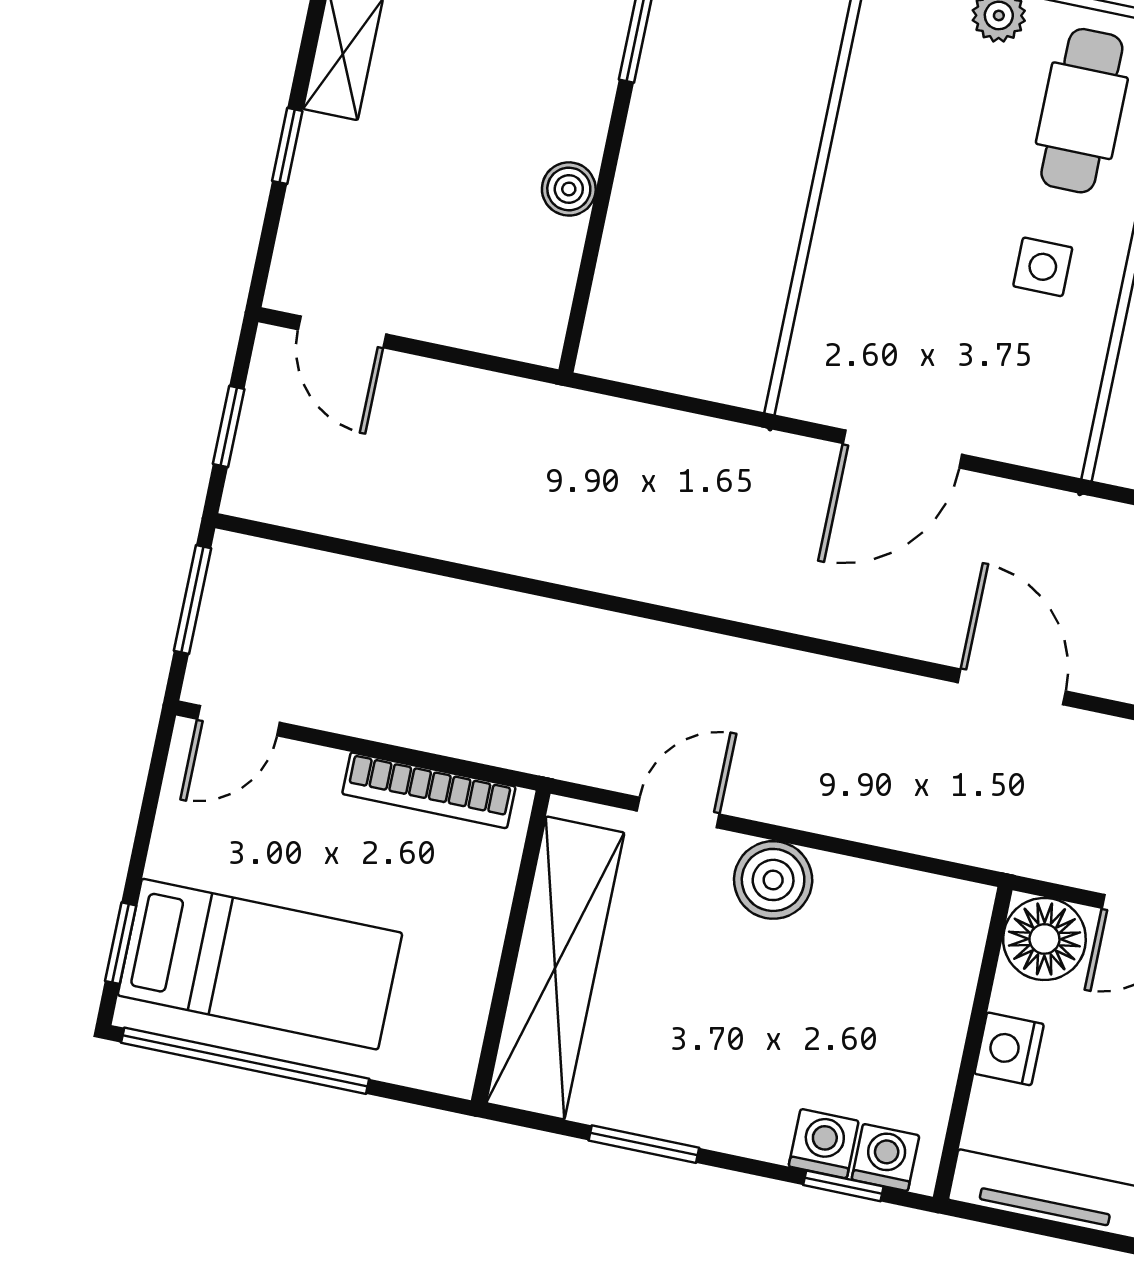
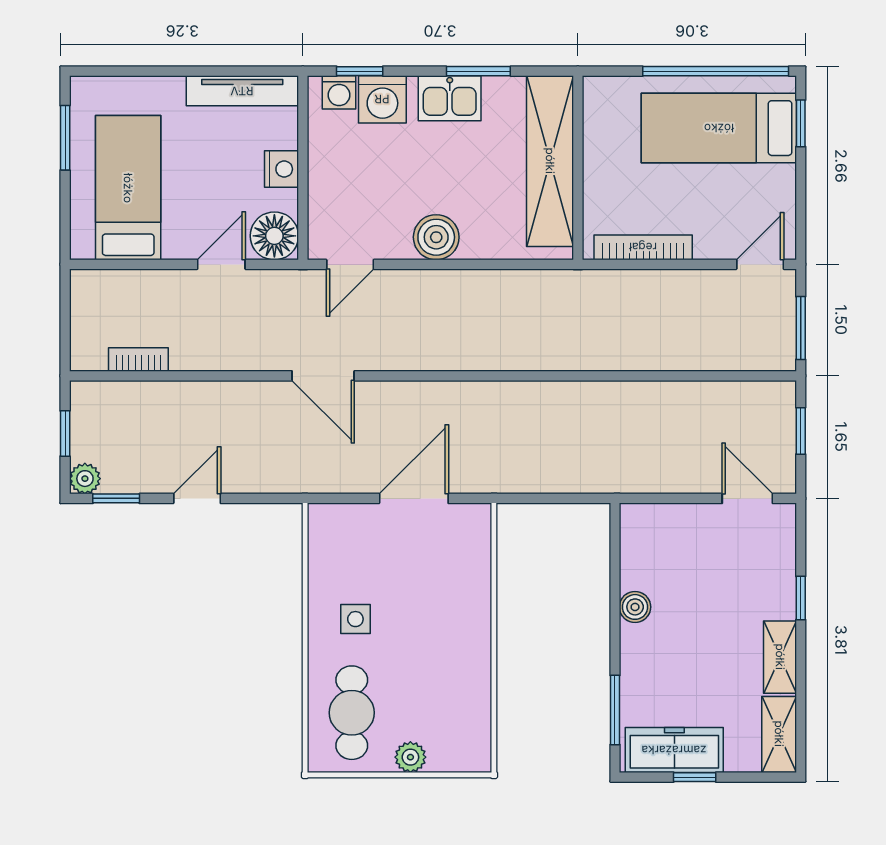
door: (678, 813) -> (350, 264), moved
kitchen sink: (702, 1109) -> (450, 98), added
washing machine: (824, 1144) -> (382, 99), width x1.38, depth x1.38

